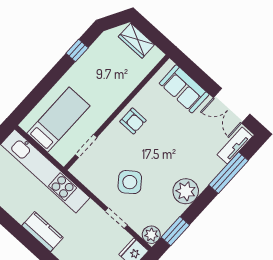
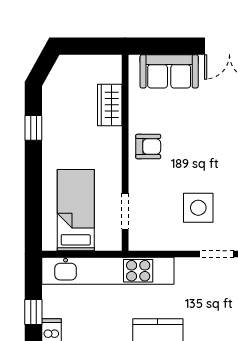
wardrobe: (136, 41) -> (110, 105), moved, turned 90
side table: (130, 182) -> (198, 208), turned 38

